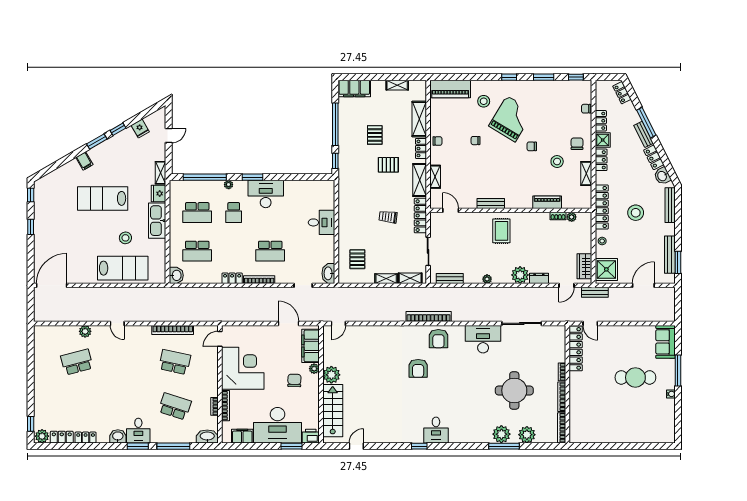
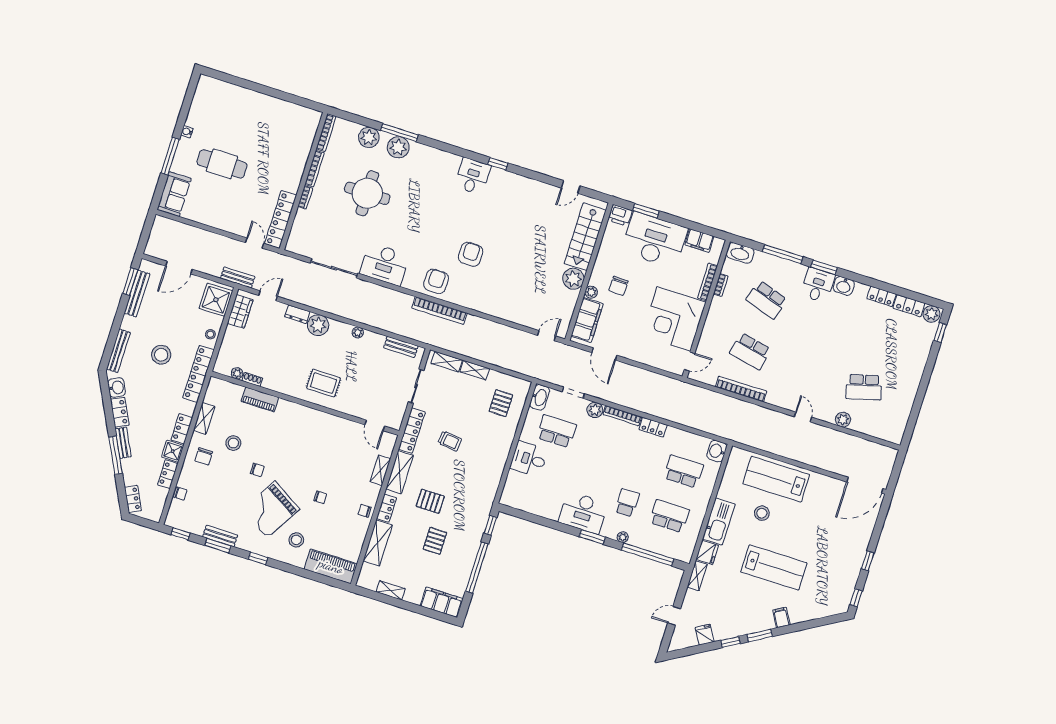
bench: (491, 203) -> (220, 536), moved
rug: (501, 231) -> (323, 383), turned 90
school desk: (270, 251) -> (557, 431), moved
plant: (282, 277) -> (595, 410), added

